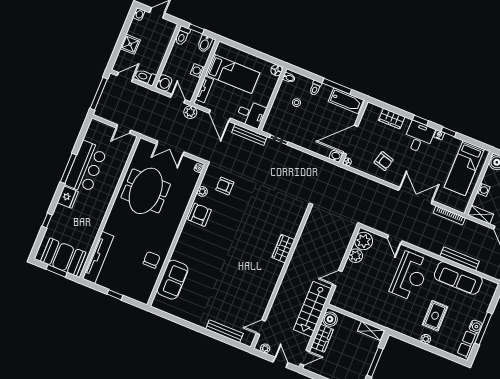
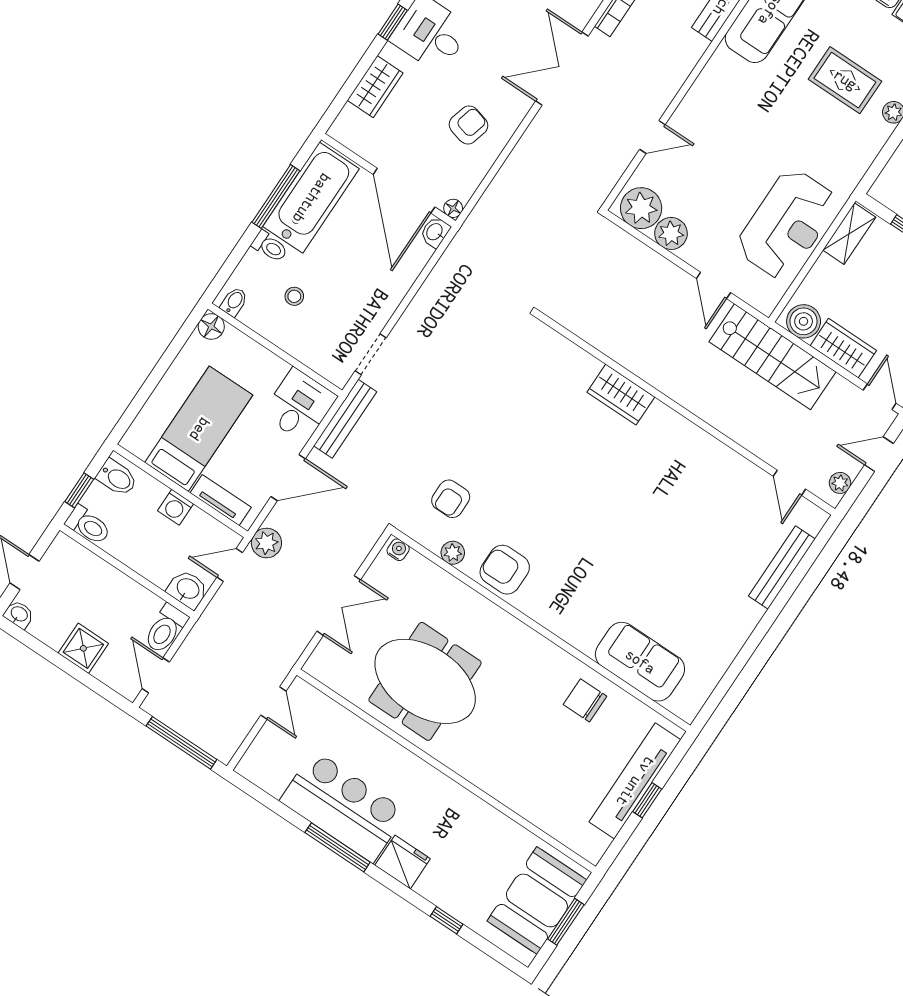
bathtub: (346, 101) -> (311, 198), width x1.36, depth x1.36
tv unit: (98, 258) -> (635, 781), moved, turned -90
reception desk: (410, 276) -> (787, 224), moved, turned 90

